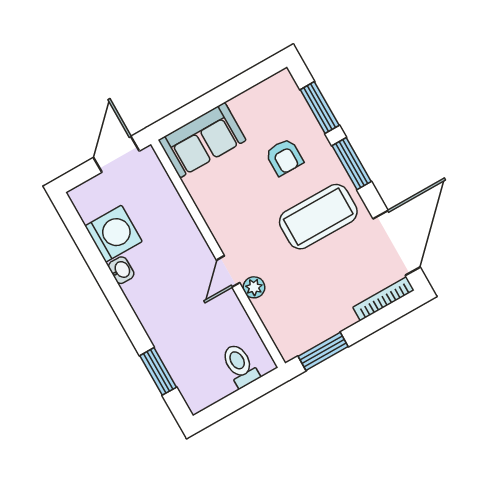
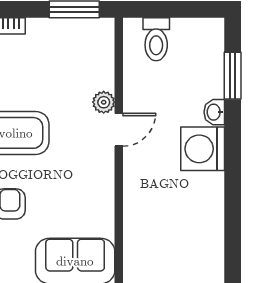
washing machine: (113, 234) -> (203, 149), moved
washbasin: (121, 270) -> (214, 112), moved

